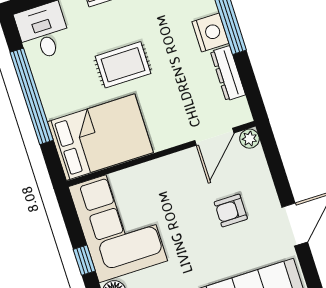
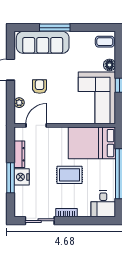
plant: (249, 139) -> (19, 103), moved
armchair: (231, 210) -> (40, 87), turned -90

